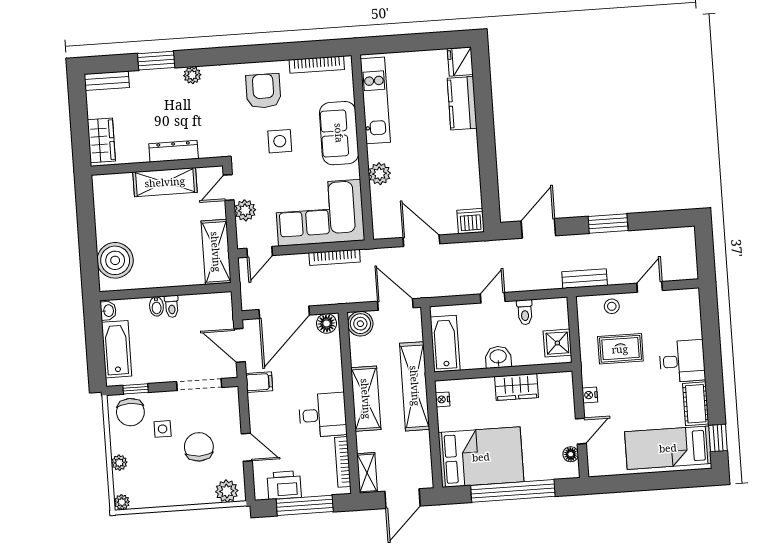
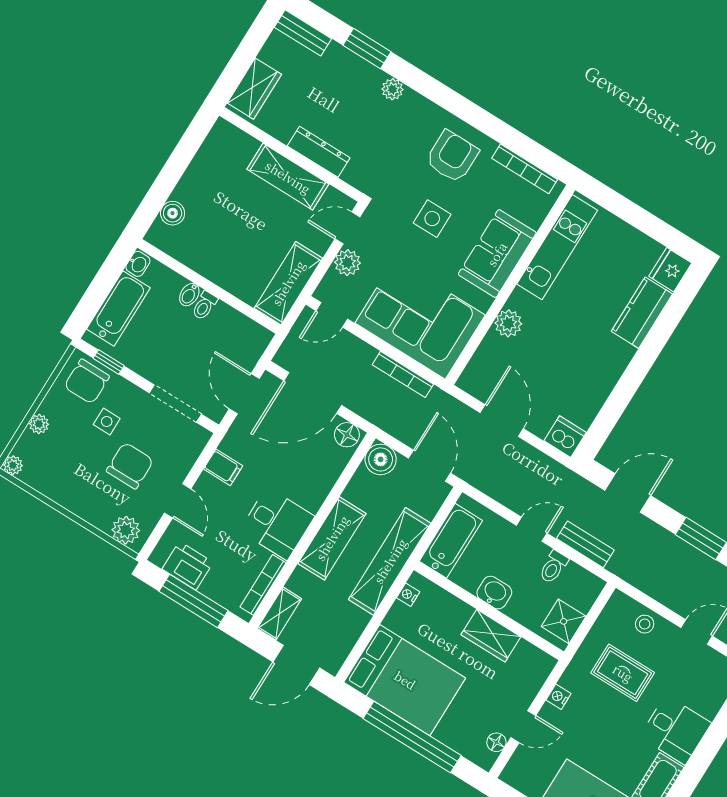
boiler: (115, 260) -> (173, 213), width x0.54, depth x0.54
bench: (585, 279) -> (585, 544), moved
filing cabinet: (259, 382) -> (223, 467), moved

